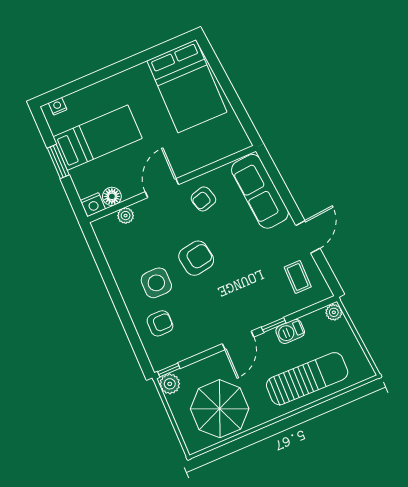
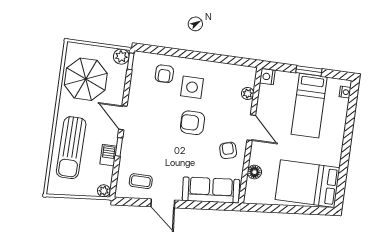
floor lamp: (112, 196) -> (254, 172), moved
armchair: (196, 258) -> (192, 123), turned 99

